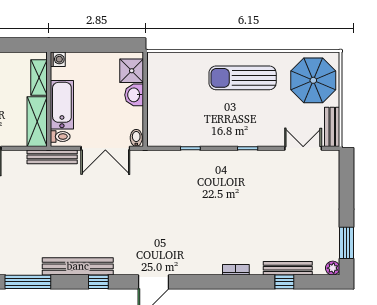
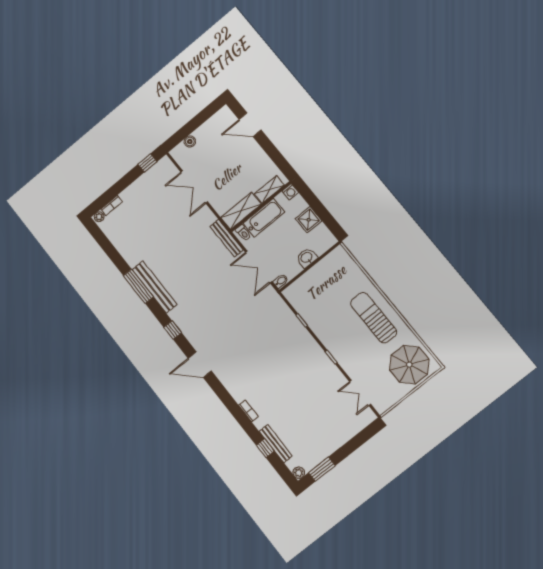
shower: (132, 71) -> (309, 220), moved
bench: (332, 127) -> (389, 401), removed
double door: (303, 148) -> (360, 393), swing flipped
bench: (78, 266) -> (154, 287), moved

